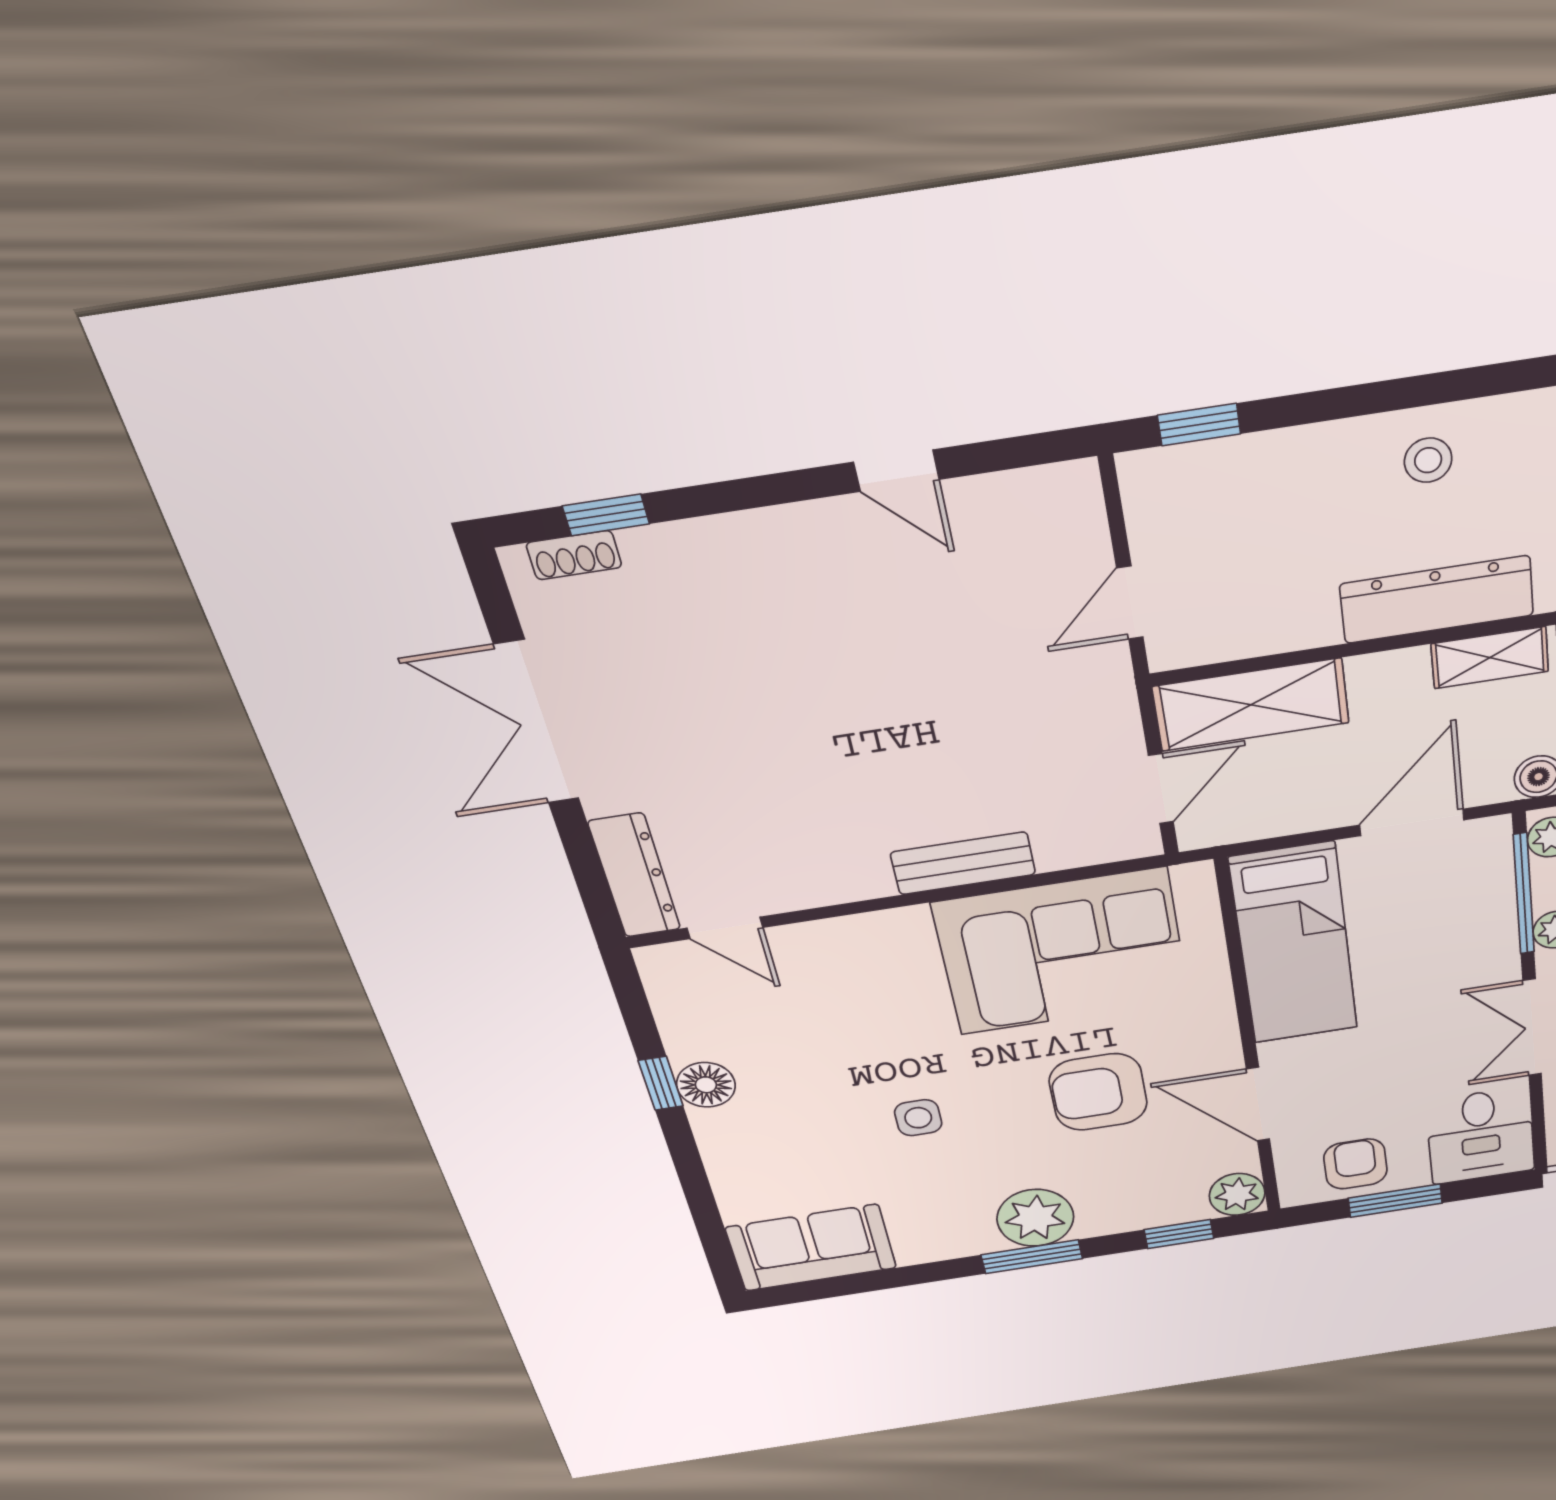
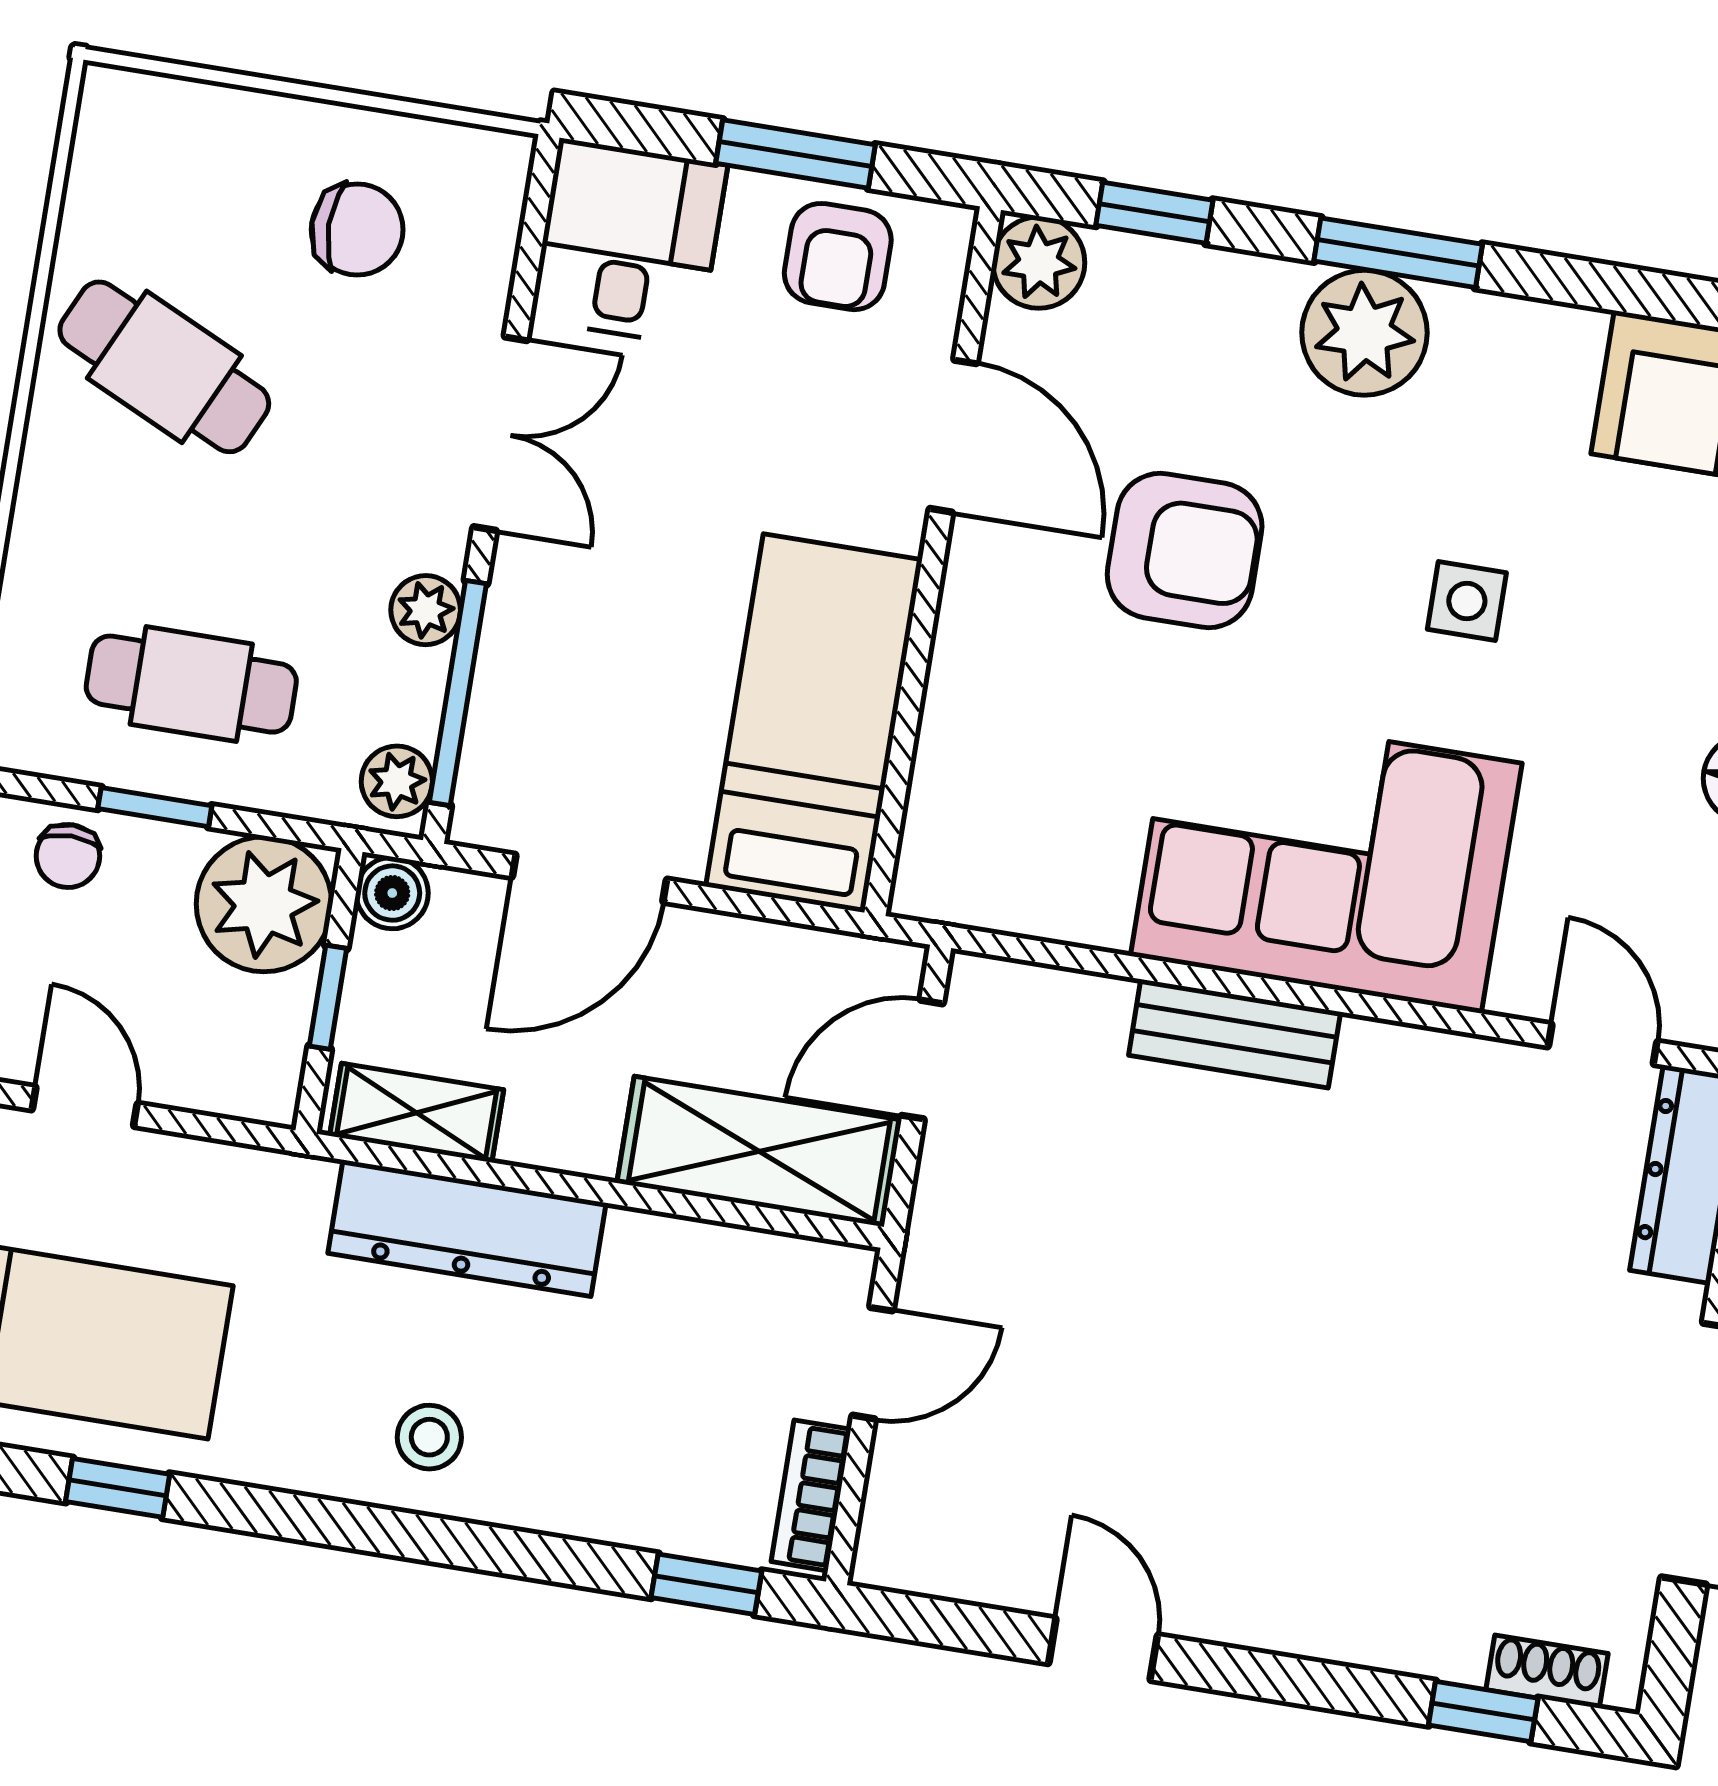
bookcase: (1144, 506) -> (811, 1495), added
corner sofa: (1062, 952) -> (1326, 860), moved

